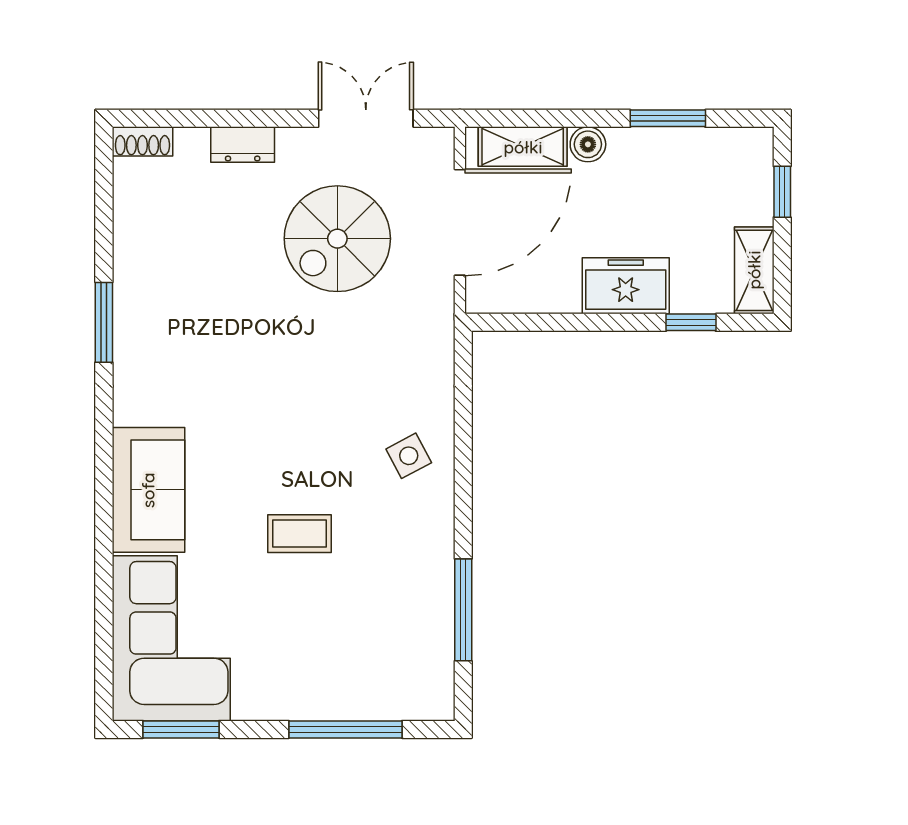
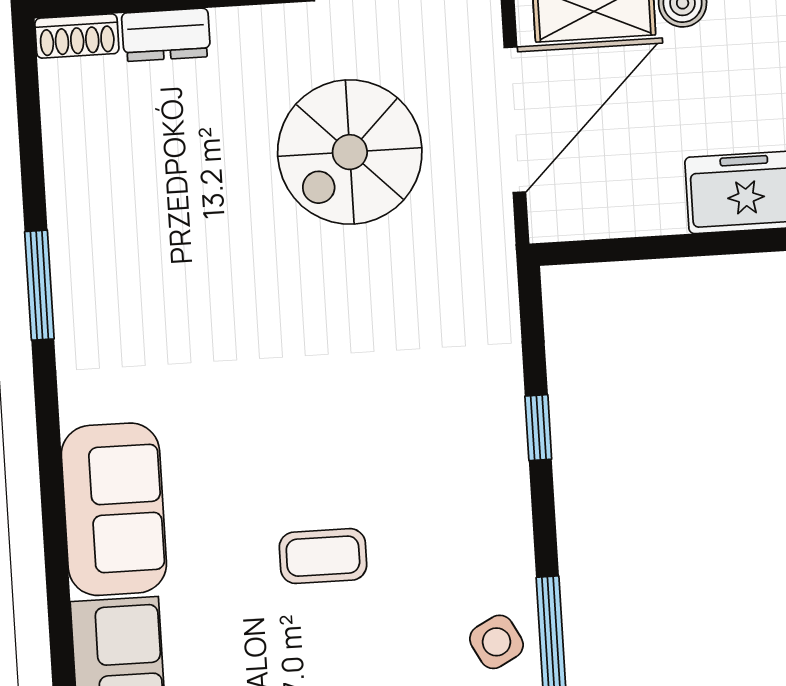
dresser: (243, 145) -> (166, 35), moved
window: (463, 449) -> (538, 428), added
side table: (409, 456) -> (496, 642), moved

